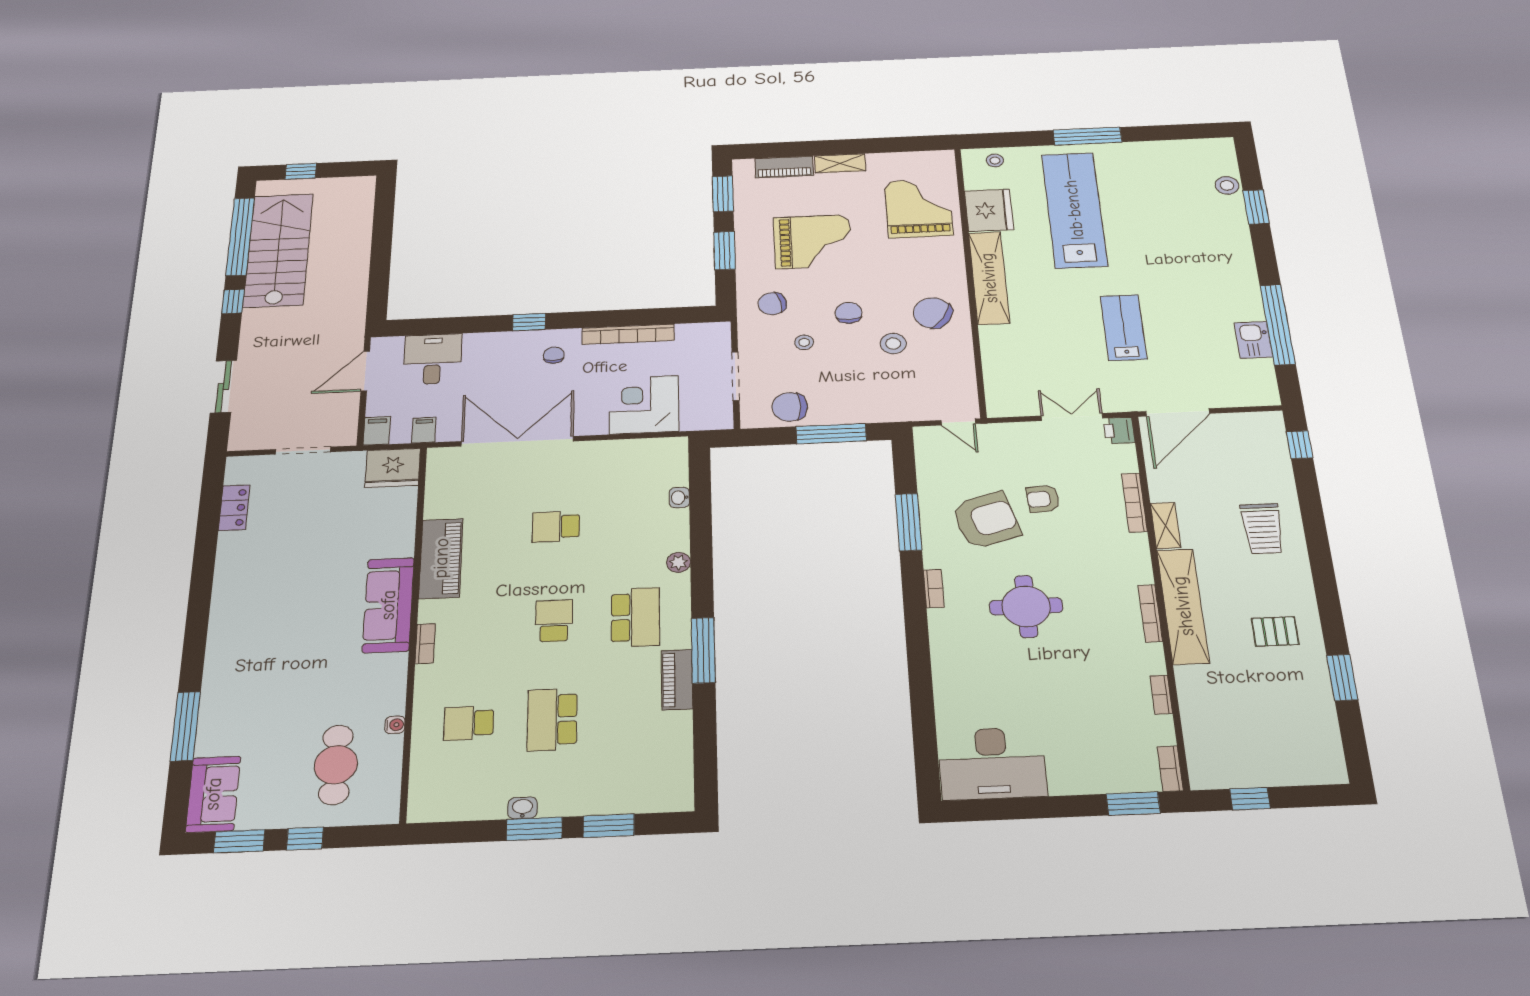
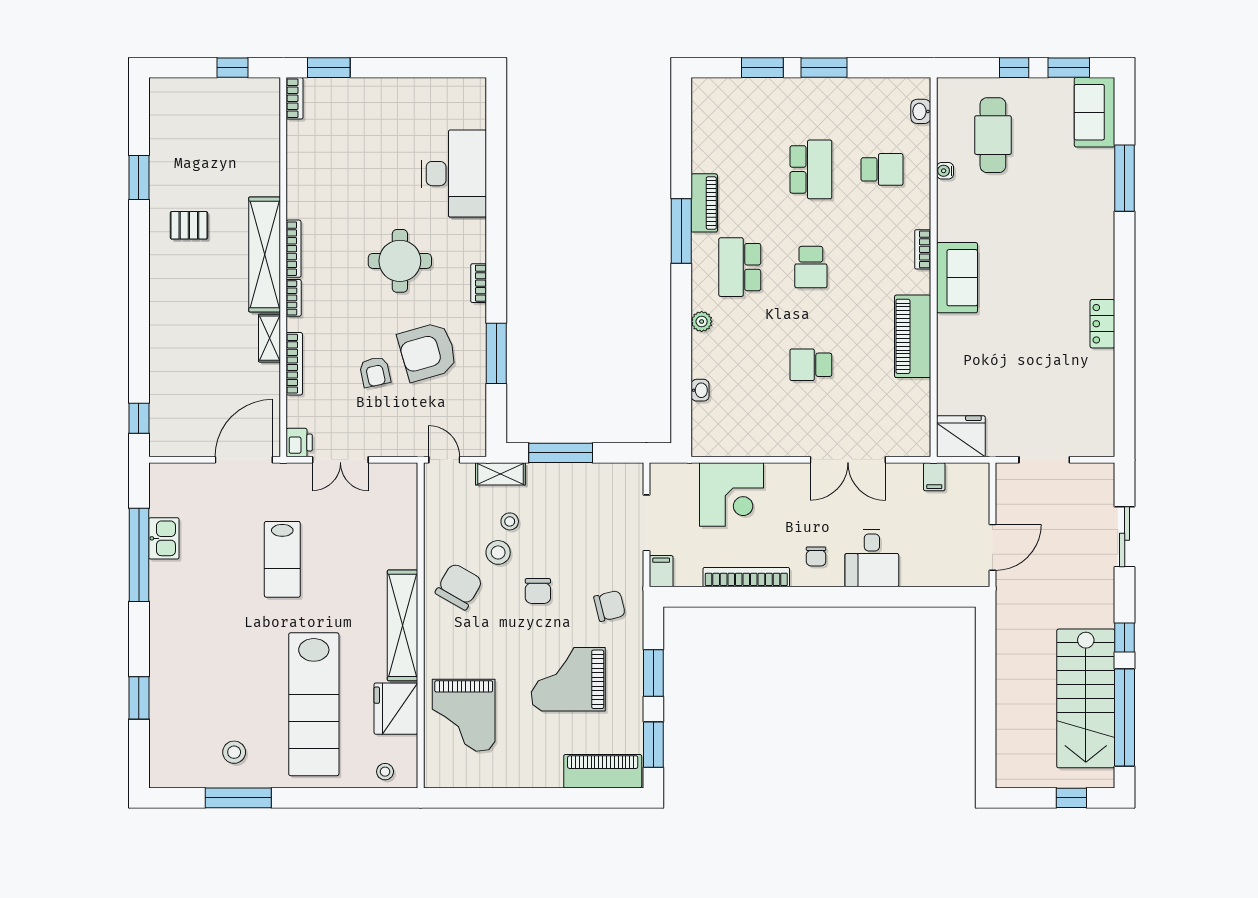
window: (1087, 136) -> (238, 798), moved
shelving: (840, 163) -> (500, 474), moved
piano: (784, 167) -> (603, 771), width x1.37, depth x1.33
stool: (1227, 185) -> (234, 752), moved
chair: (933, 313) -> (459, 586), turned -94
window: (529, 322) -> (840, 597), removed
stool: (804, 342) -> (510, 521), moved
desk: (433, 359) -> (872, 558), moved
chair: (790, 407) -> (597, 485), removed
filing cabinet: (377, 431) -> (661, 571), moved, turned 180
double door: (517, 441) -> (848, 460), width x0.73
armchair: (1043, 499) -> (375, 372), turned 82
locker: (234, 508) -> (1102, 324), moved
school desk: (556, 527) -> (811, 365), turned 180
trolley: (1262, 529) -> (185, 330), removed
sofa: (388, 605) -> (957, 278), width x0.73
bookcase: (1161, 695) -> (294, 298), moved
desk: (992, 763) -> (454, 174), moved, turned 90
washbasin: (523, 808) -> (921, 111), moved, turned 90

